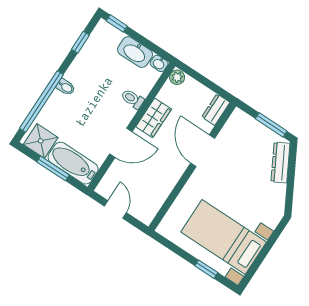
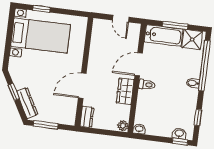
washbasin: (135, 52) -> (179, 134), moved, width x0.52, depth x0.69
toilet: (132, 99) -> (147, 85), moved
door: (203, 151) -> (82, 86), swing flipped
window: (290, 184) -> (14, 92), added

